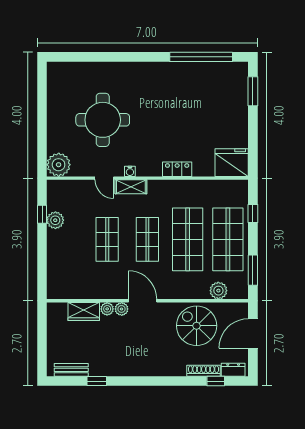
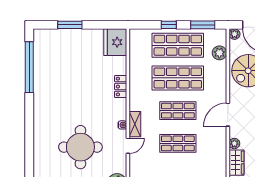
window: (253, 91) -> (70, 25), moved
window: (253, 213) -> (169, 25), moved
plant: (122, 309) -> (234, 34), moved

